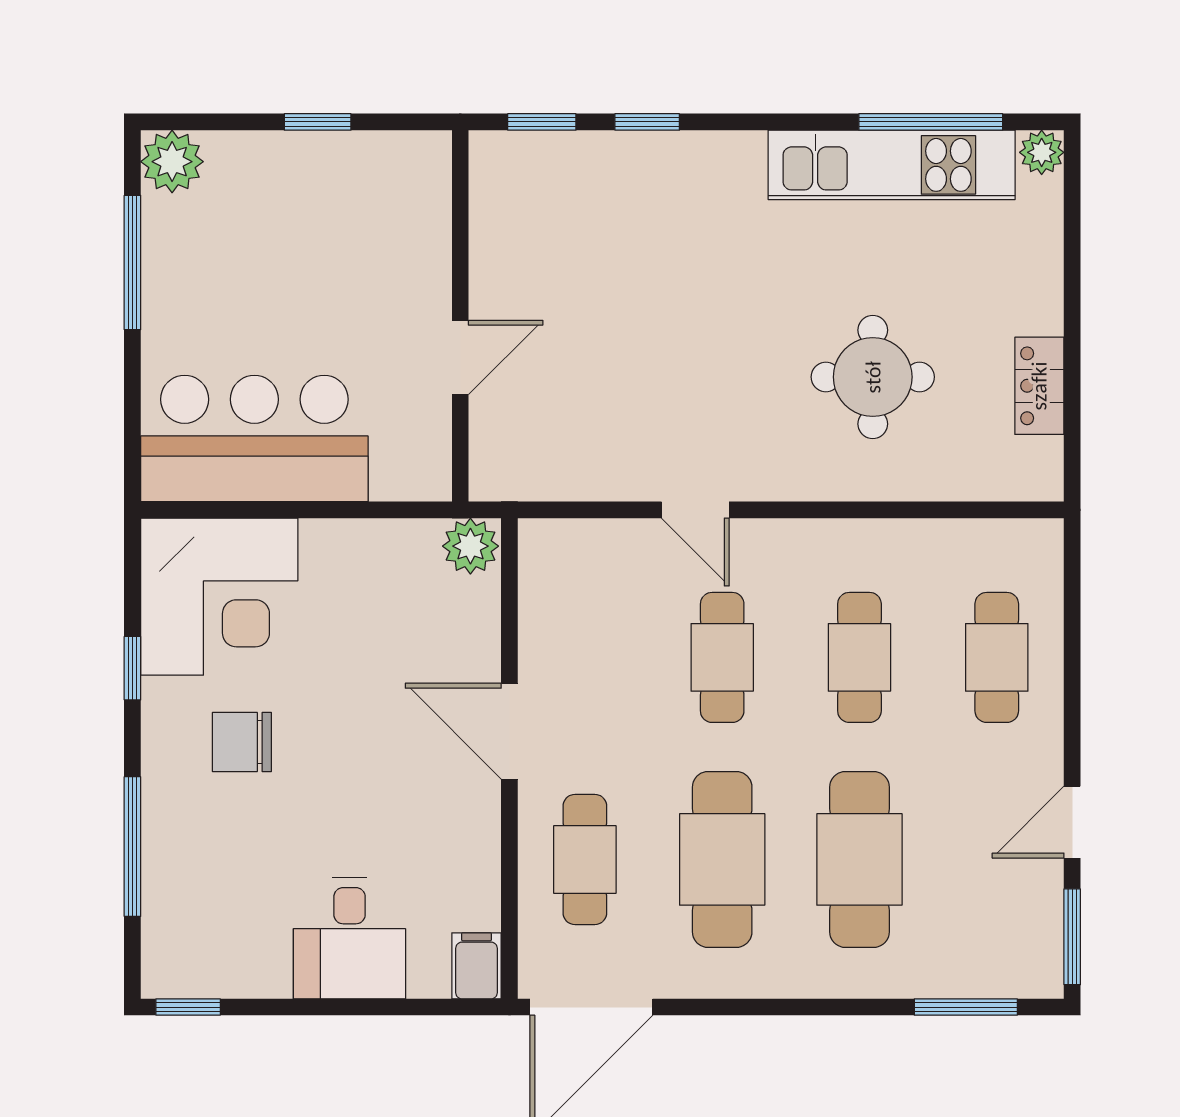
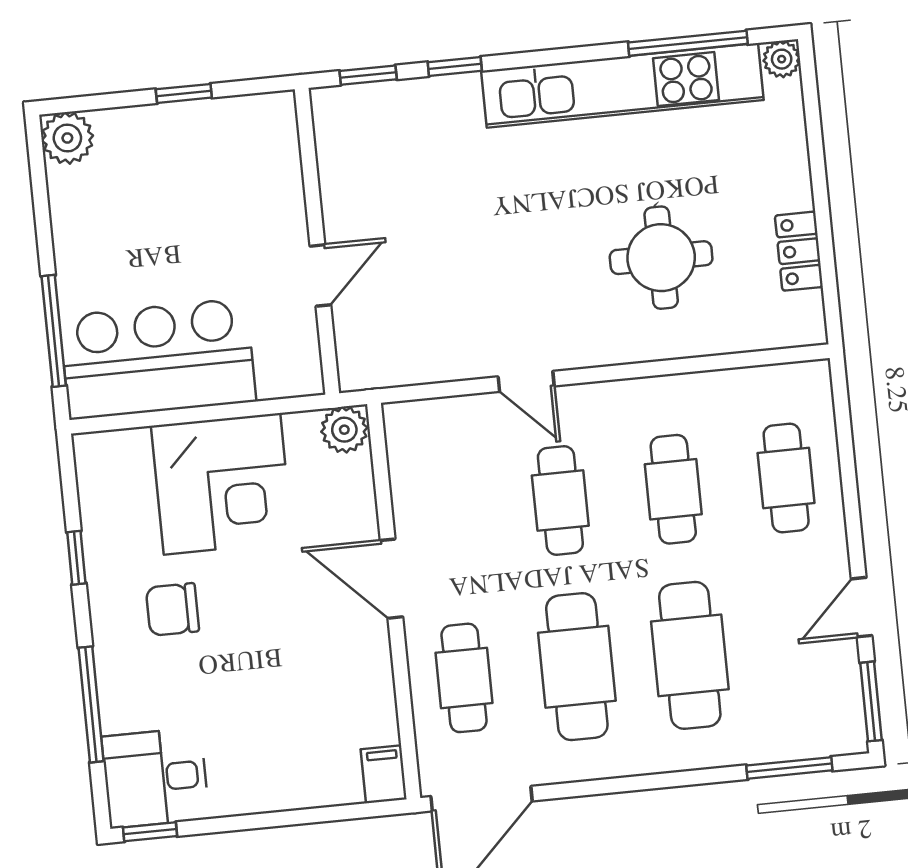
kitchen unit: (892, 165) -> (622, 85), width x1.36
window: (132, 263) -> (54, 331), moved
corner desk: (219, 597) -> (222, 484), moved
desk: (350, 938) -> (155, 778), moved, turned 90

